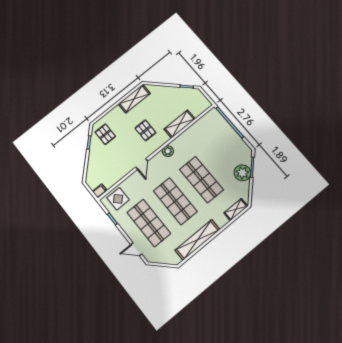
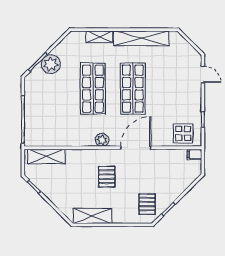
shelving: (180, 124) -> (46, 156), moved
door: (142, 164) -> (136, 148), width x1.87
shelving: (236, 209) -> (99, 37), moved
shop shelf: (149, 223) -> (173, 89), removed

